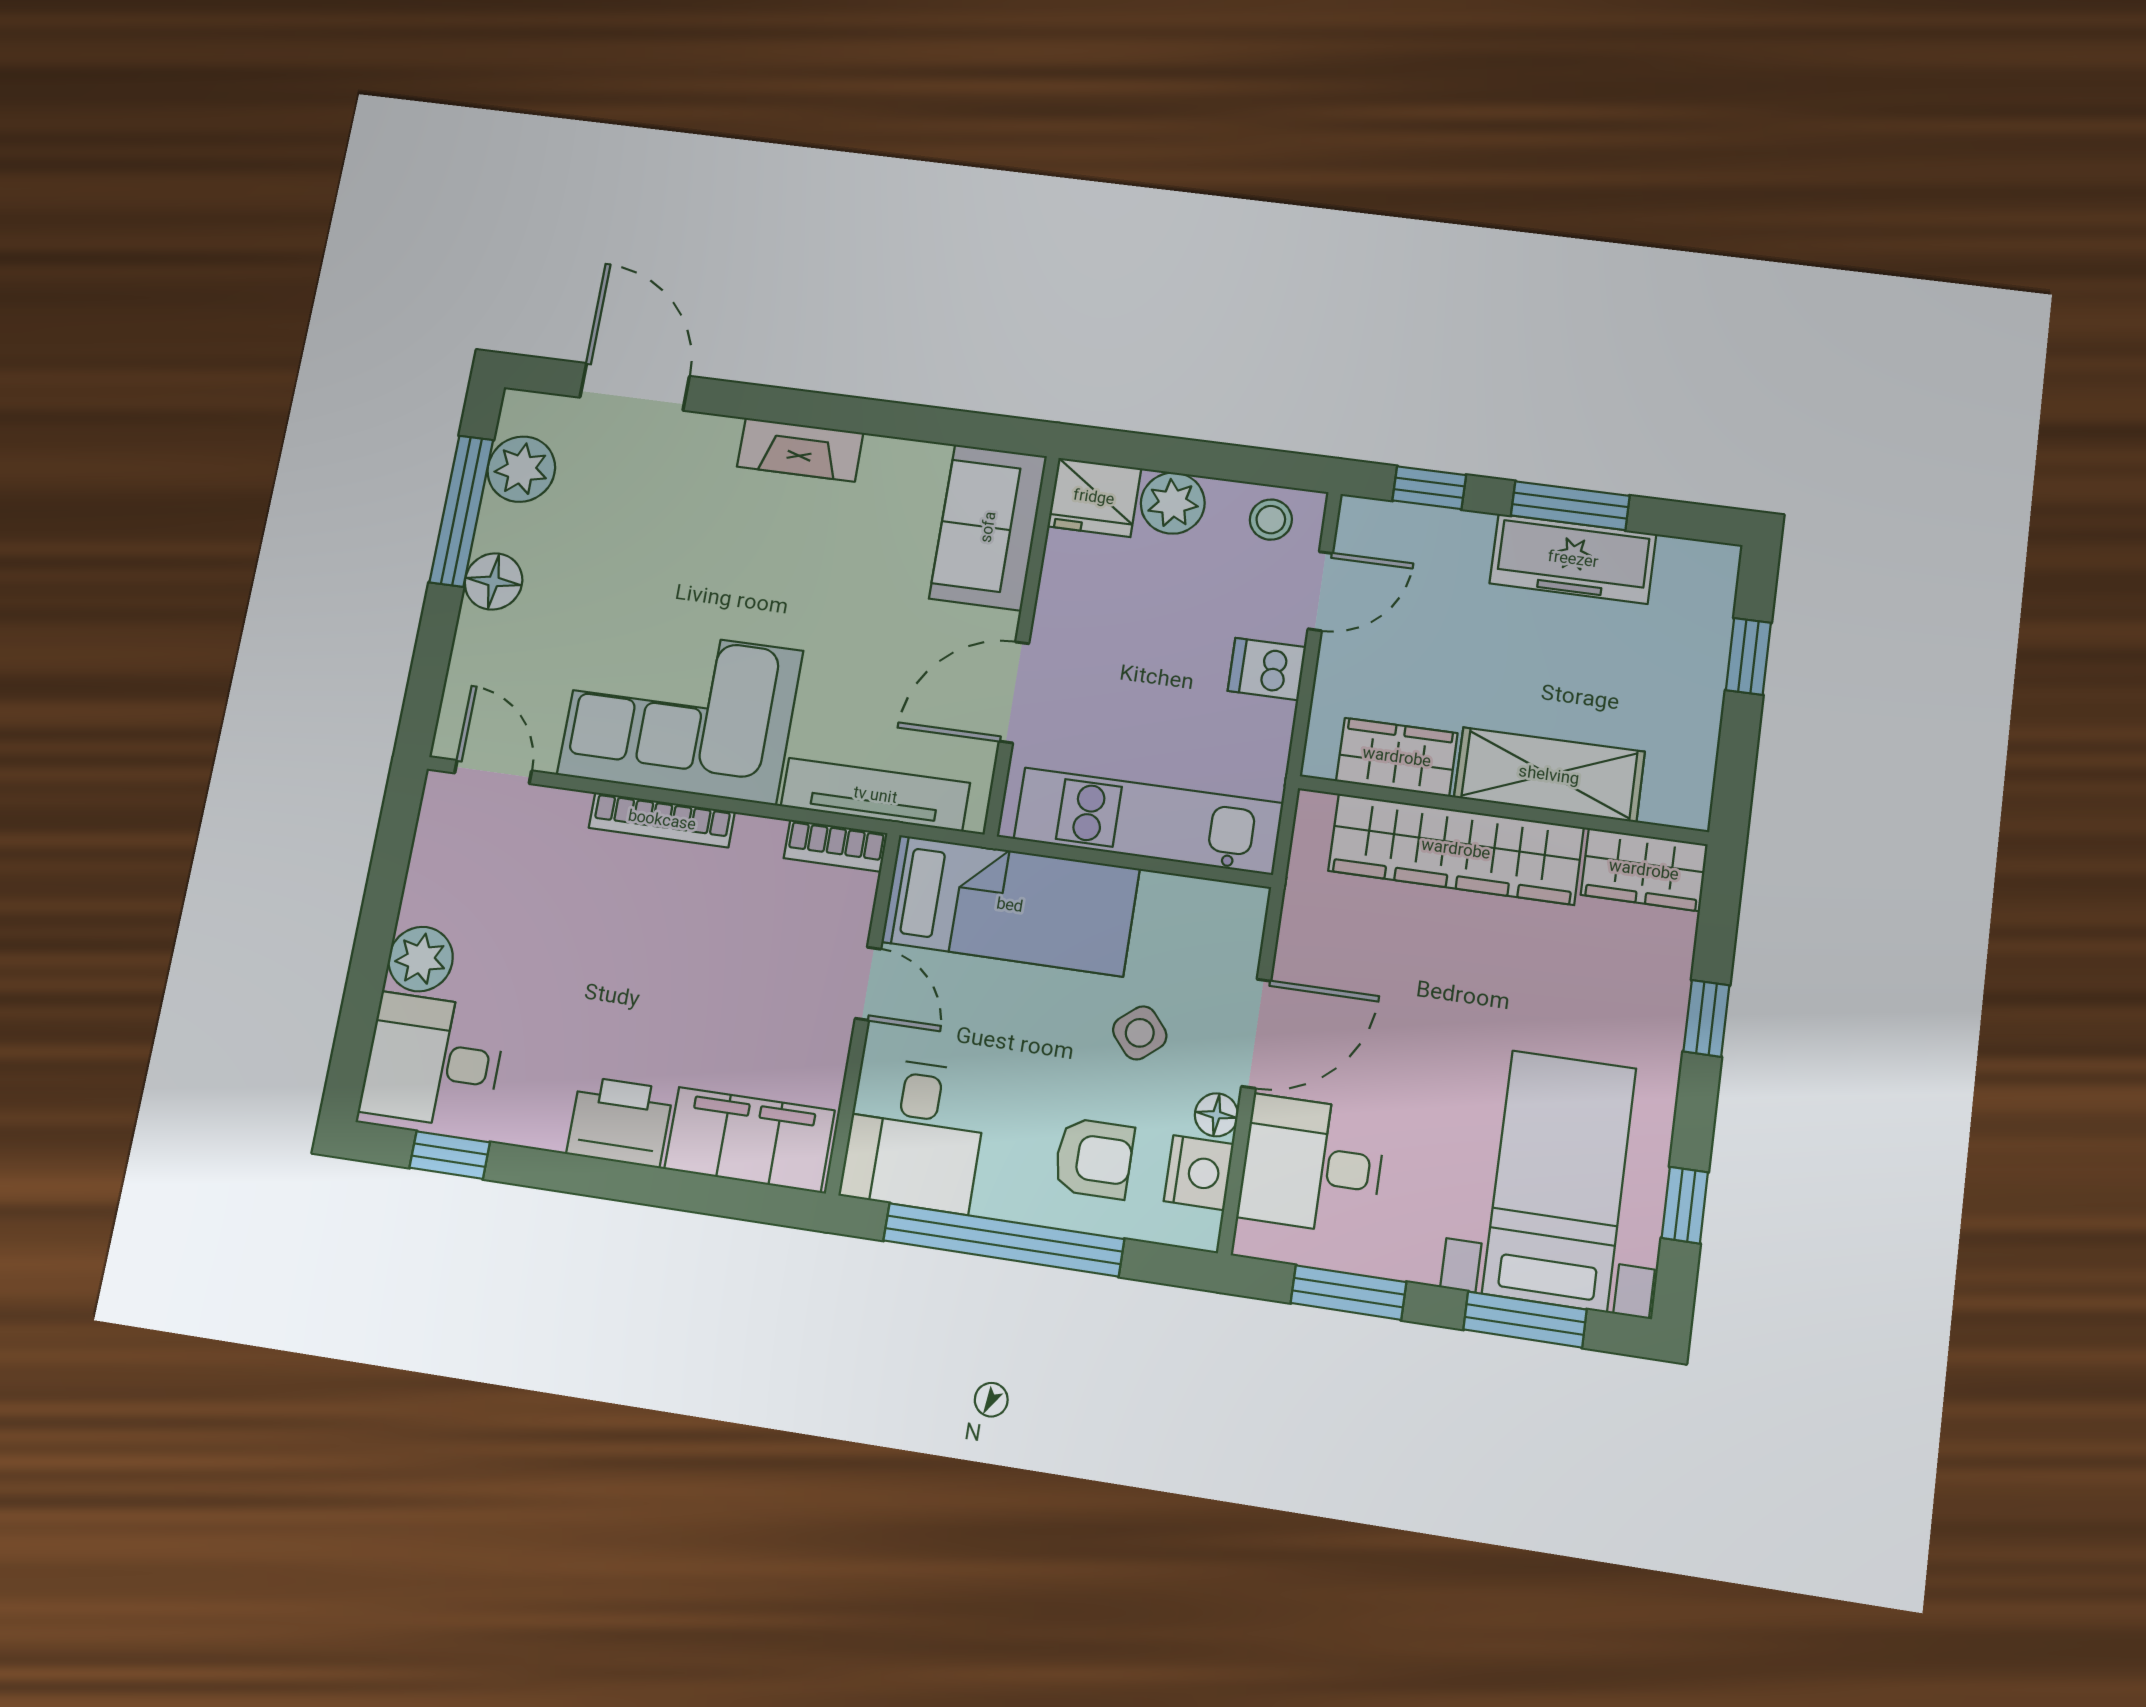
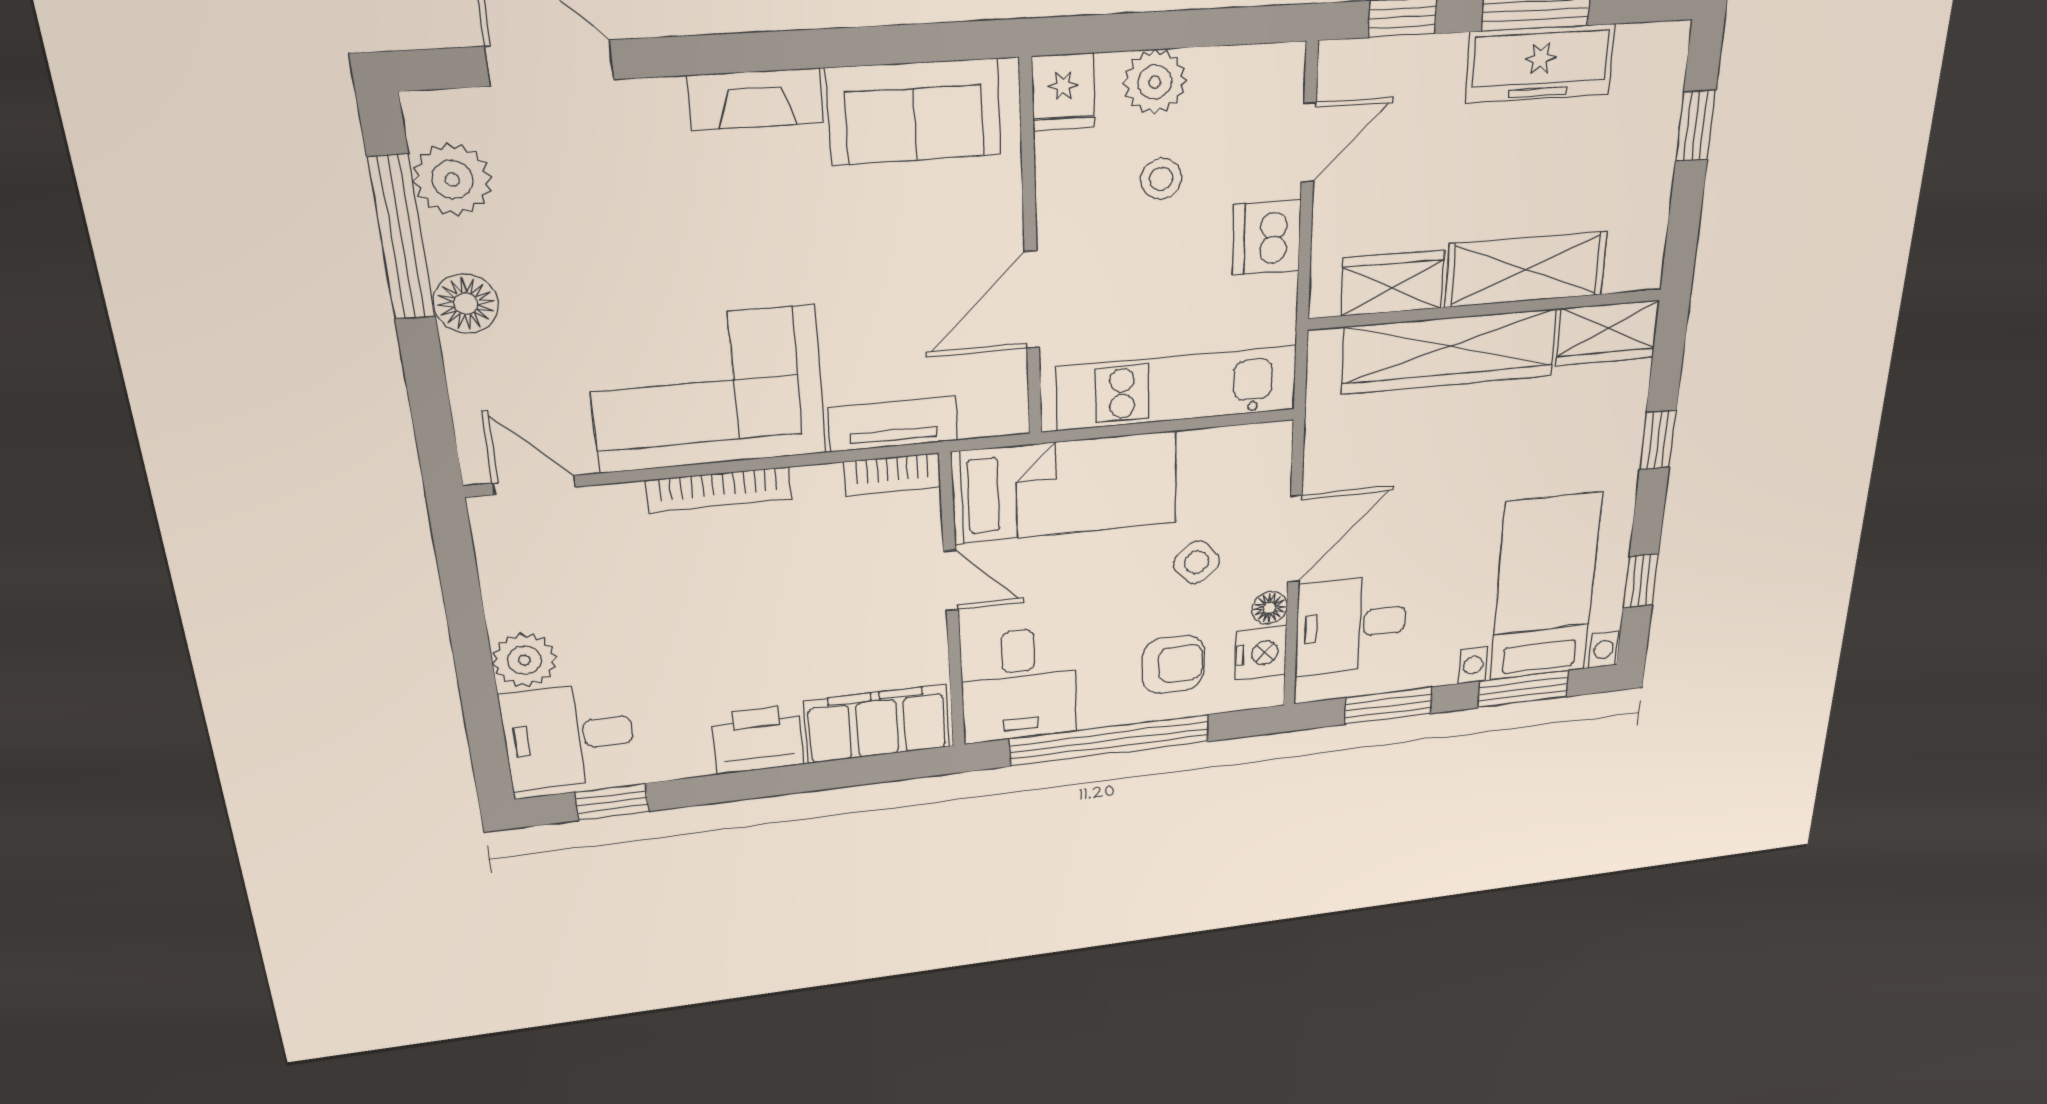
fridge: (1094, 497) -> (1063, 92), width x0.72
stool: (1271, 520) -> (1161, 179), moved
sofa: (988, 527) -> (914, 112), moved, turned -90
dishwasher: (1267, 669) -> (1267, 238), width x1.38
tv unit: (875, 795) -> (893, 424), width x0.71

